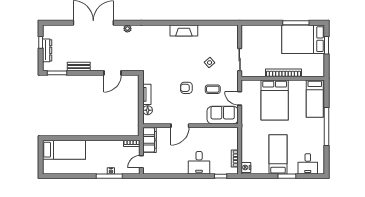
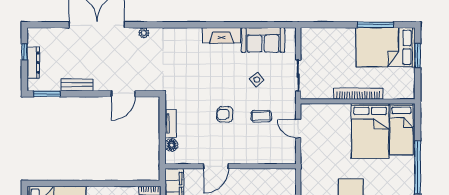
bed: (275, 100) -> (370, 131), moved
sofa: (223, 115) -> (263, 40), moved, turned 180

